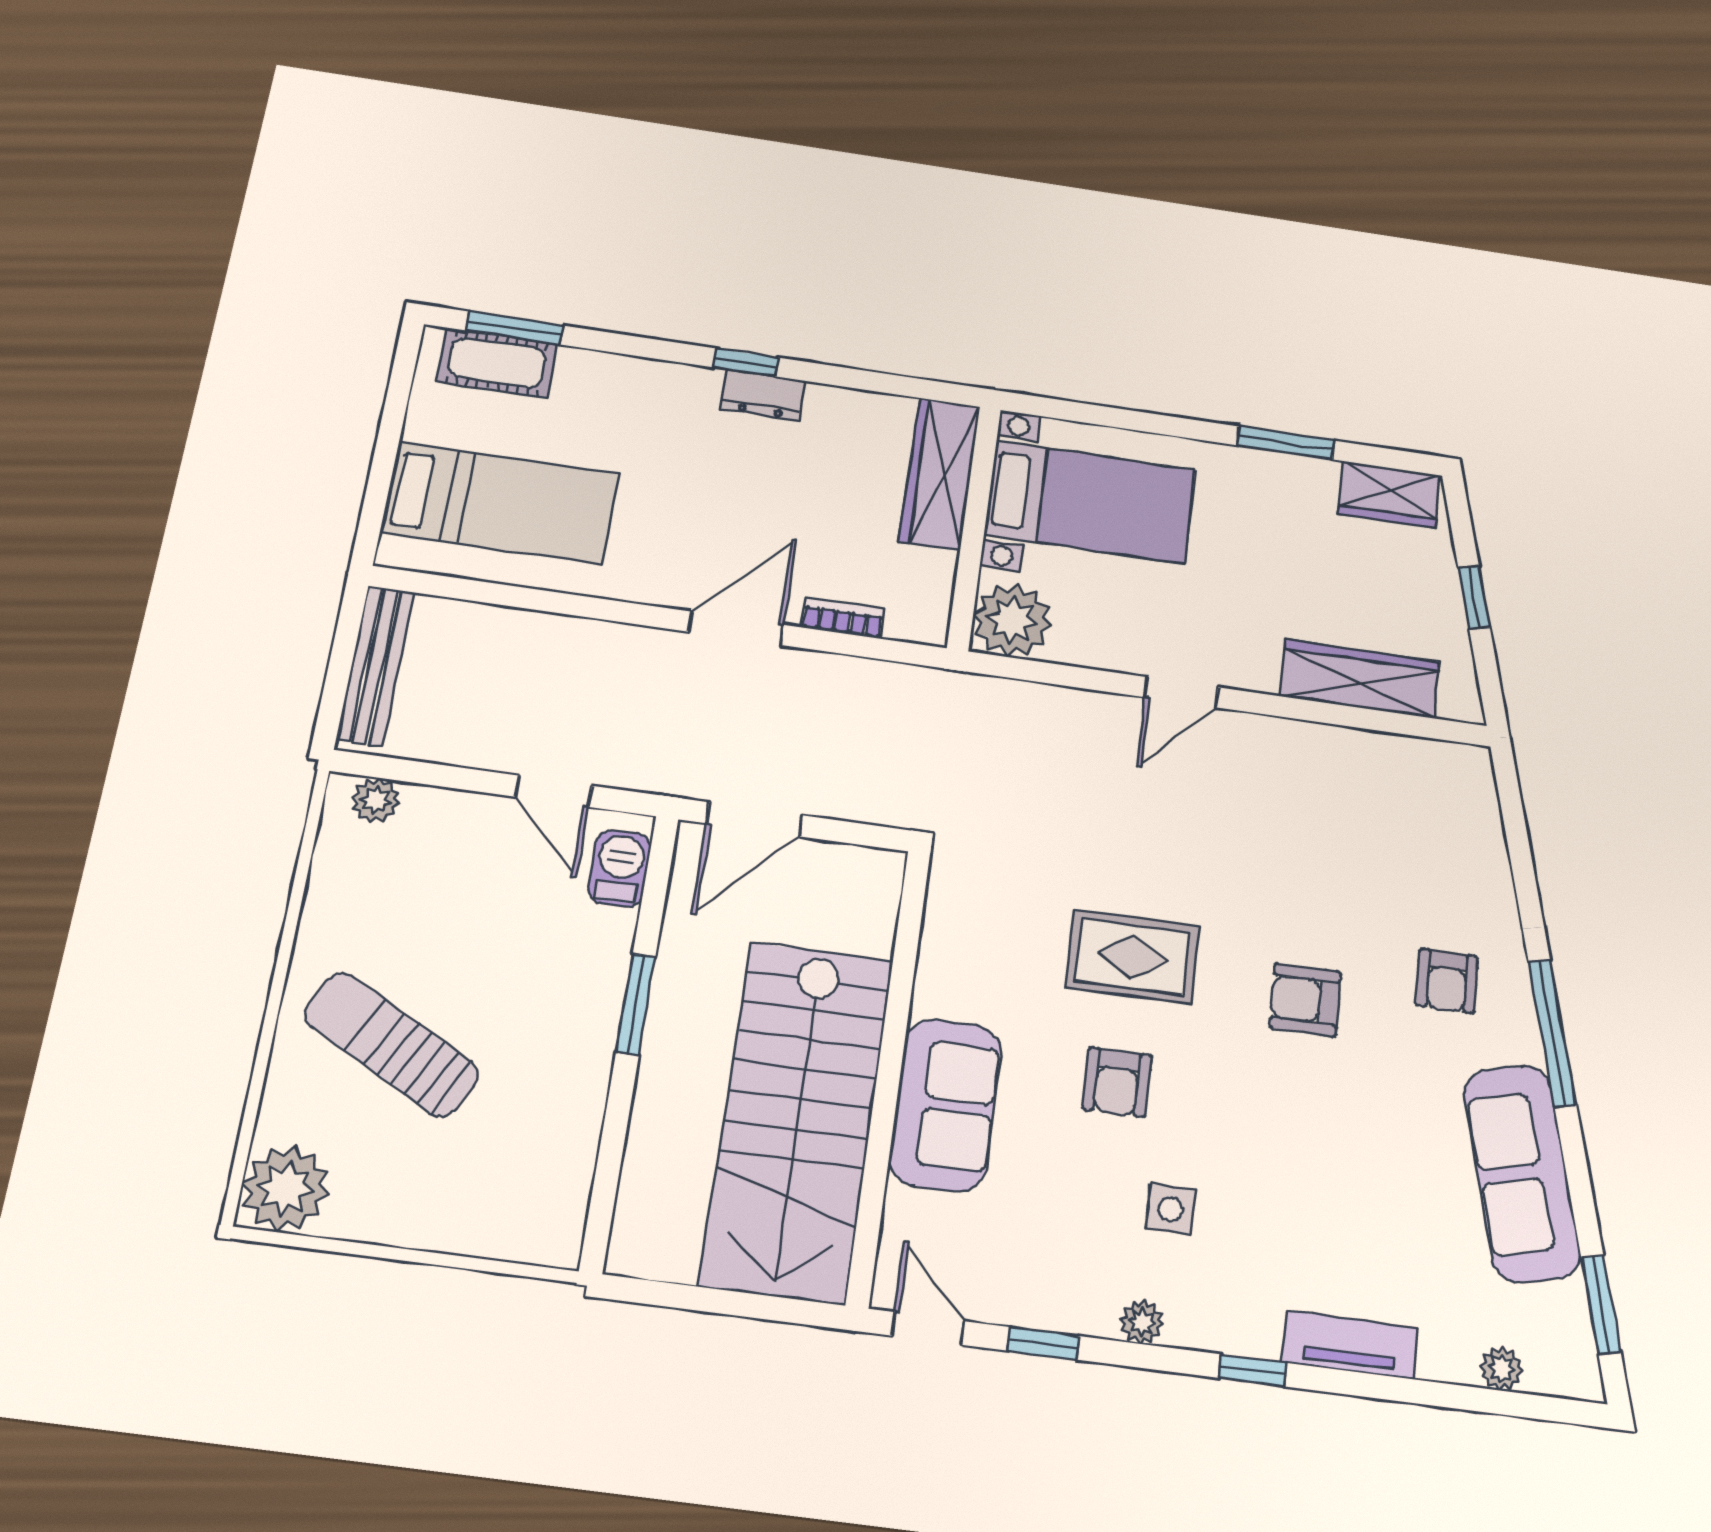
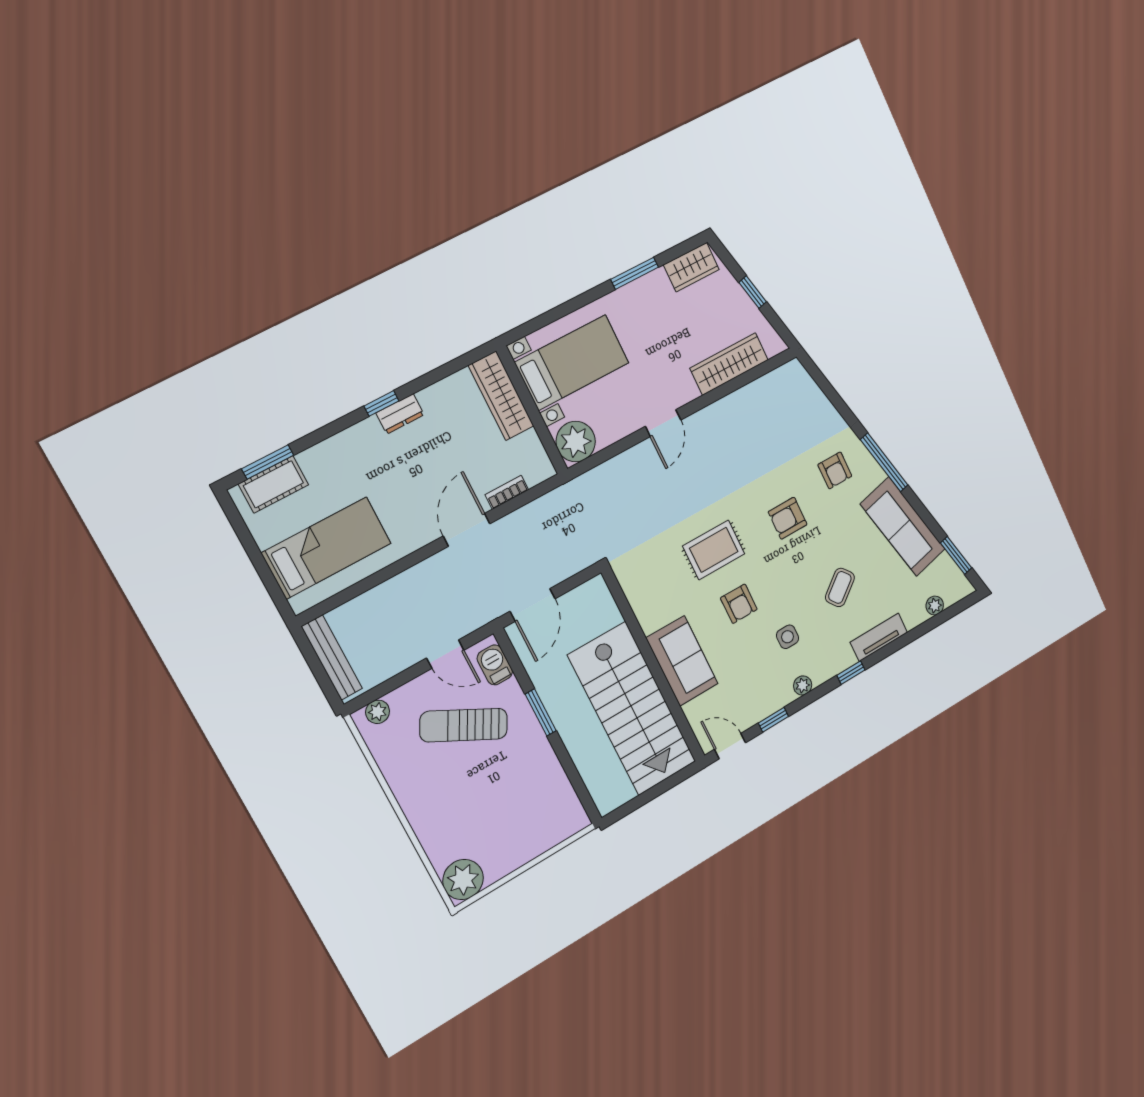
sun lounger: (391, 1044) -> (464, 725), moved
coffee table: (1329, 1194) -> (840, 587), added

